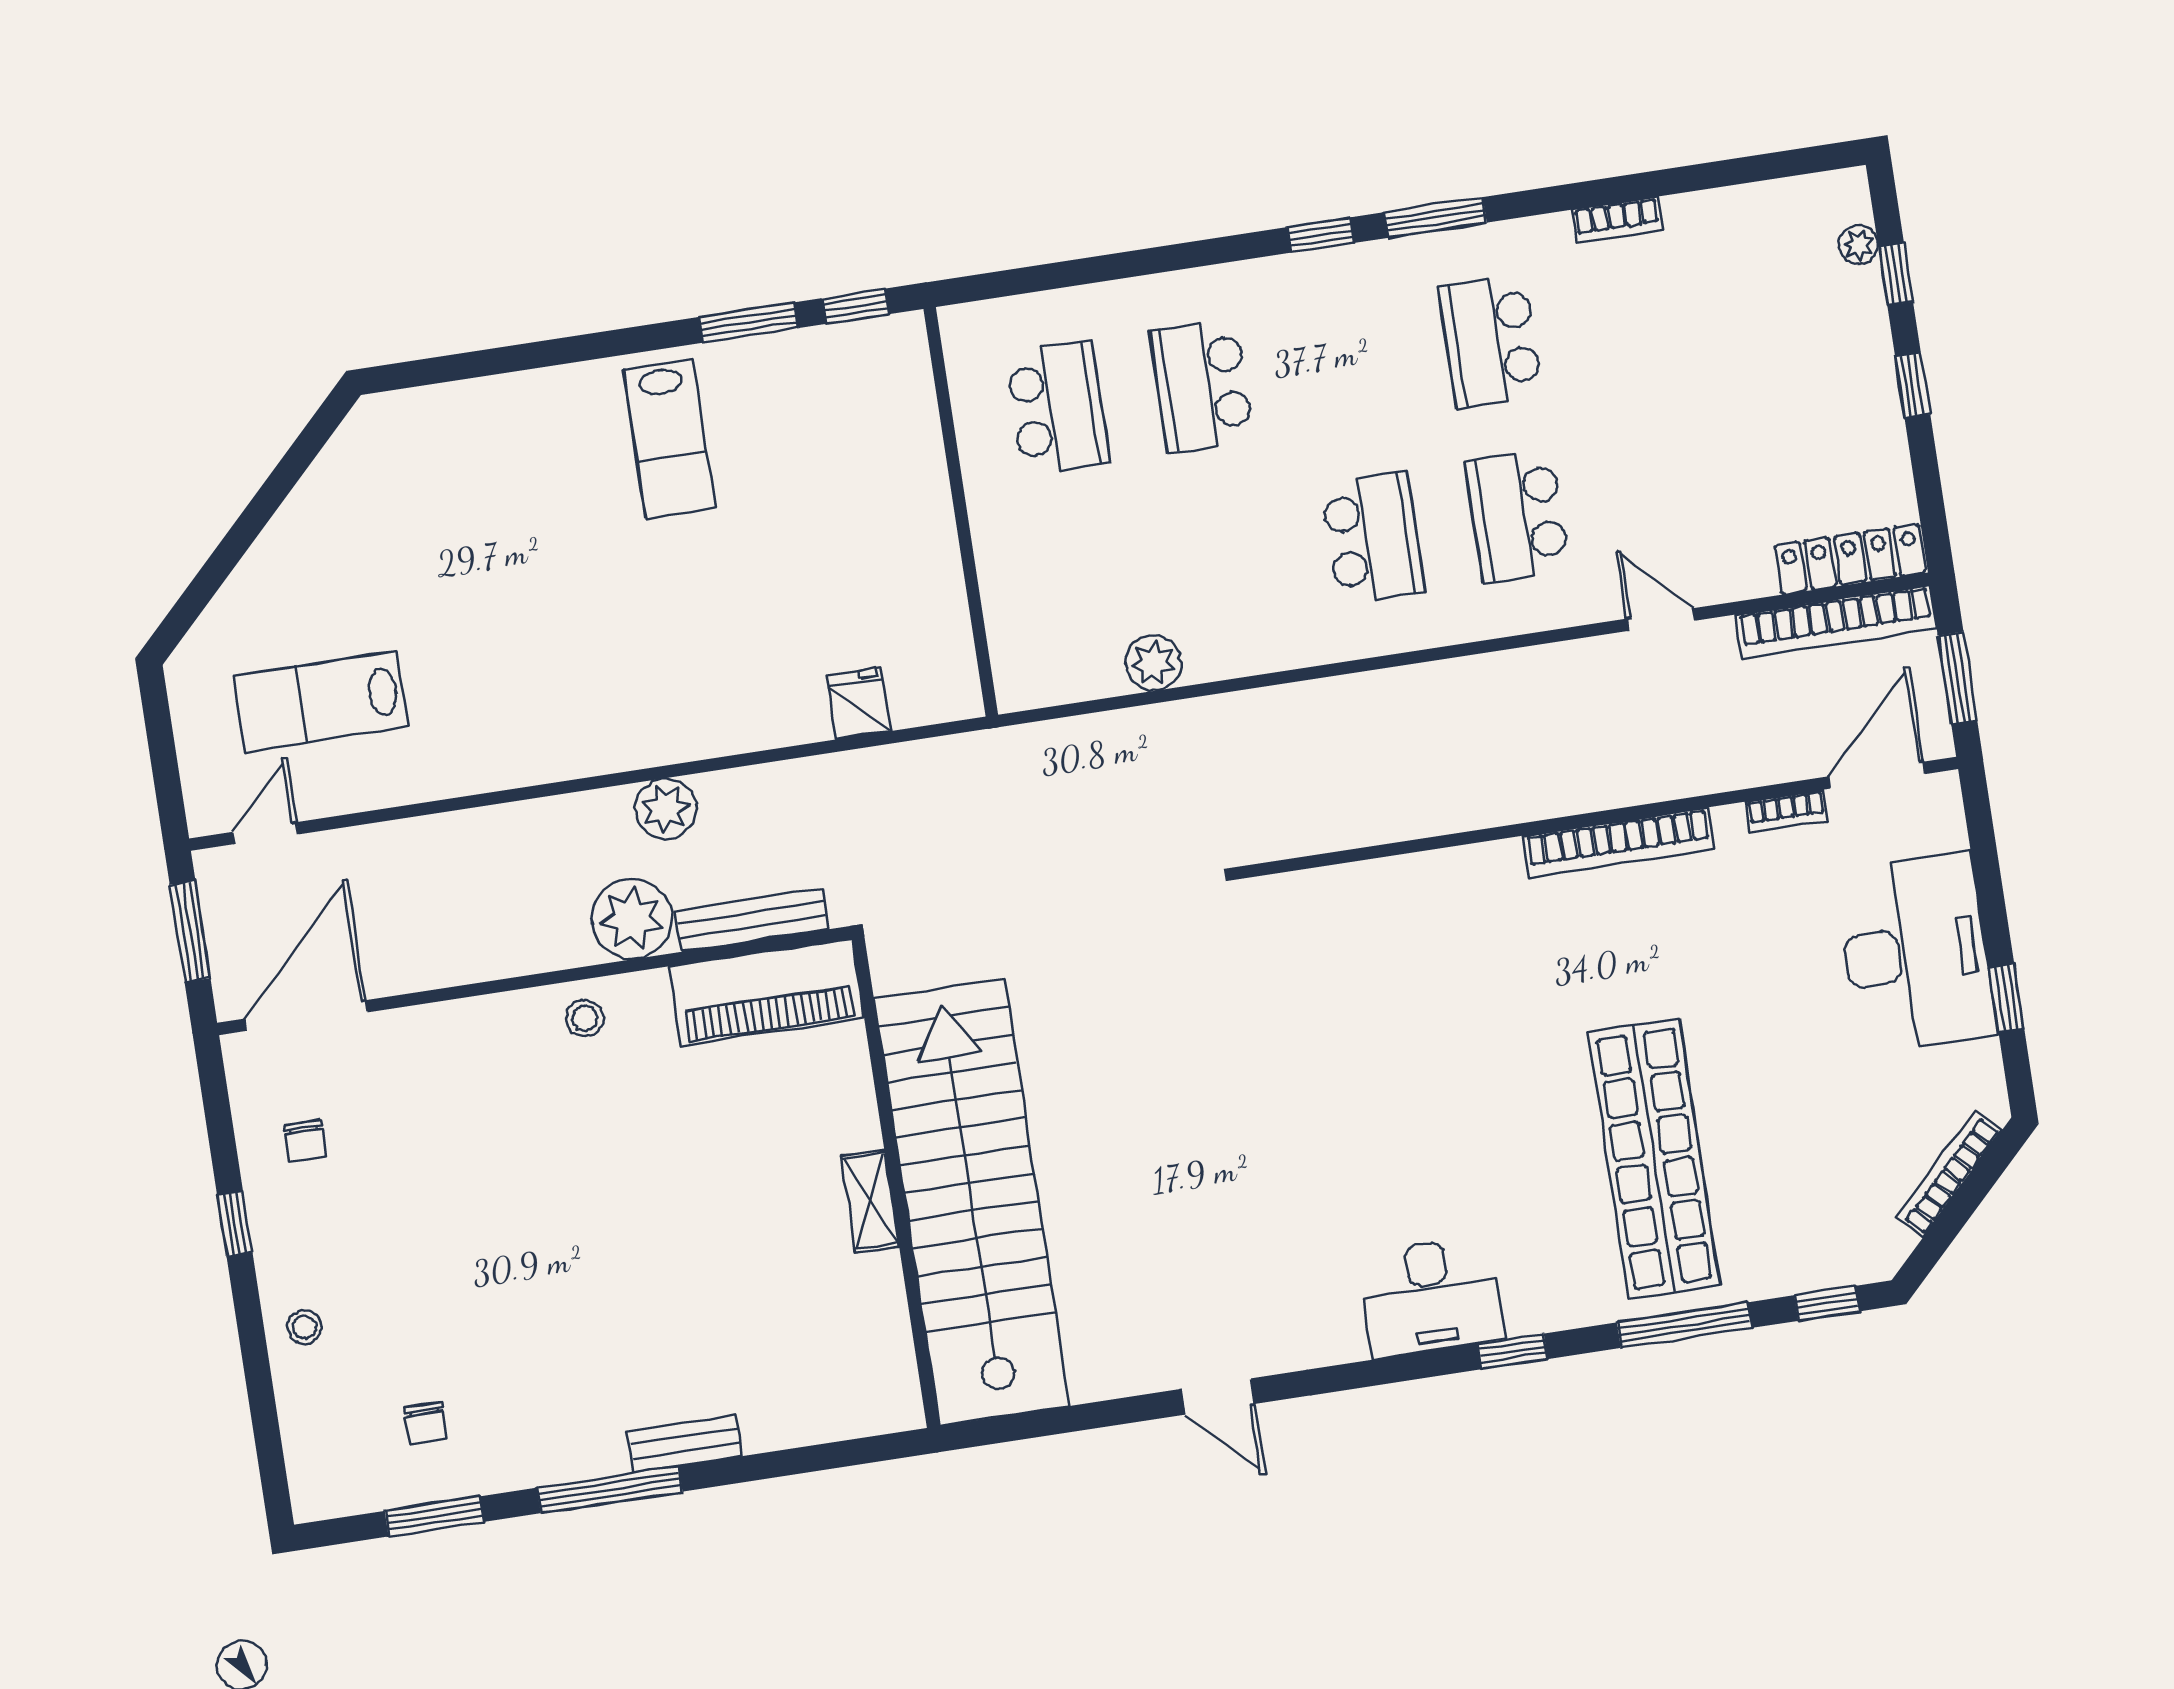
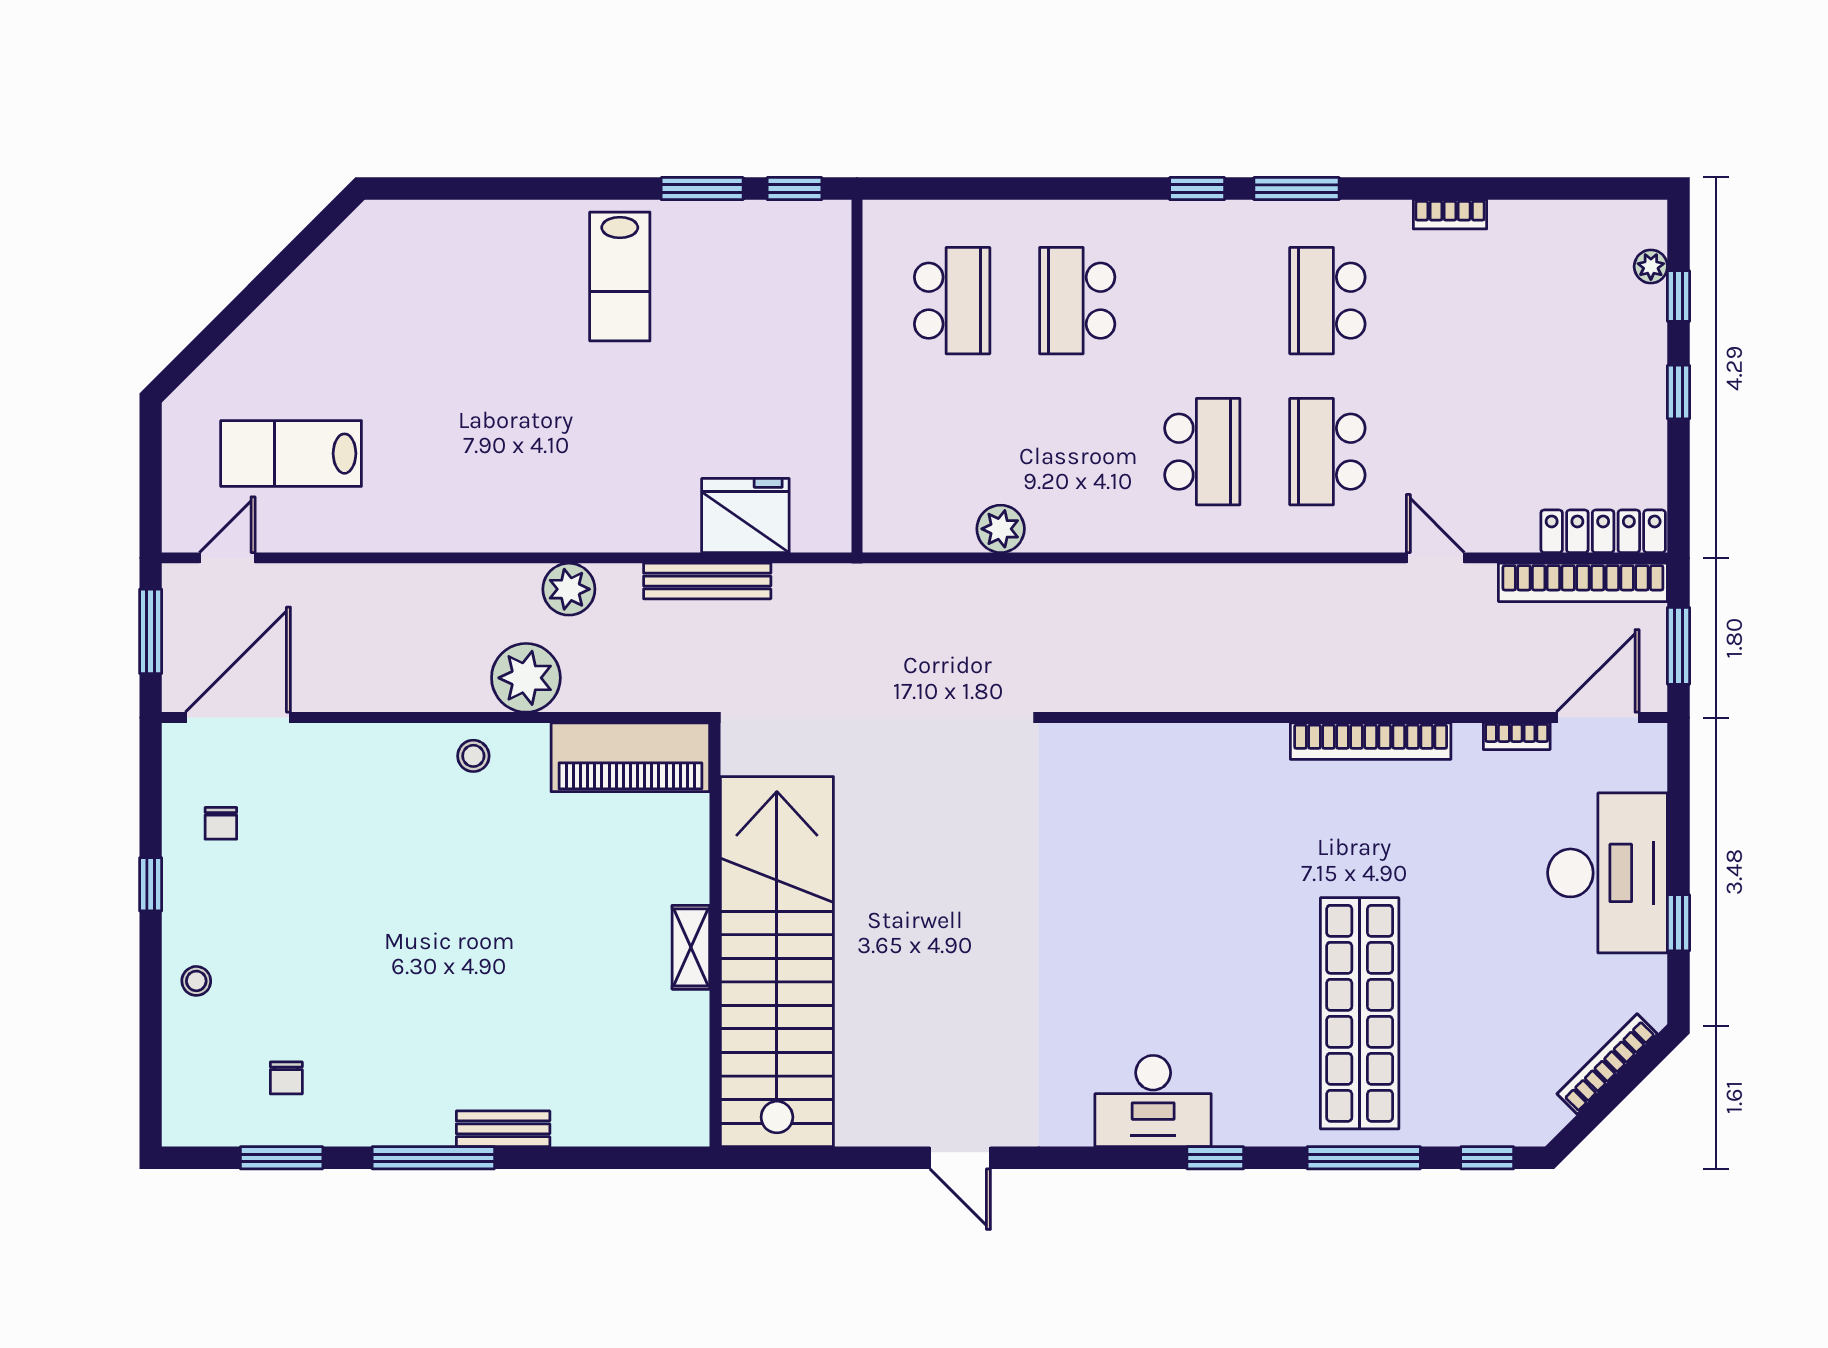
fridge: (858, 703) -> (745, 516), width x1.88, depth x1.34
bench: (752, 920) -> (707, 581), moved

